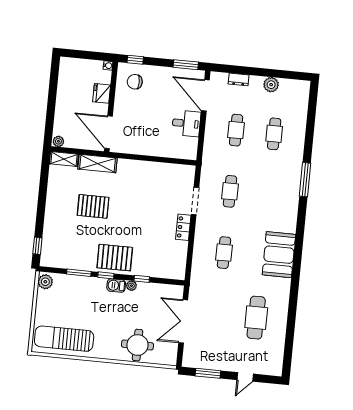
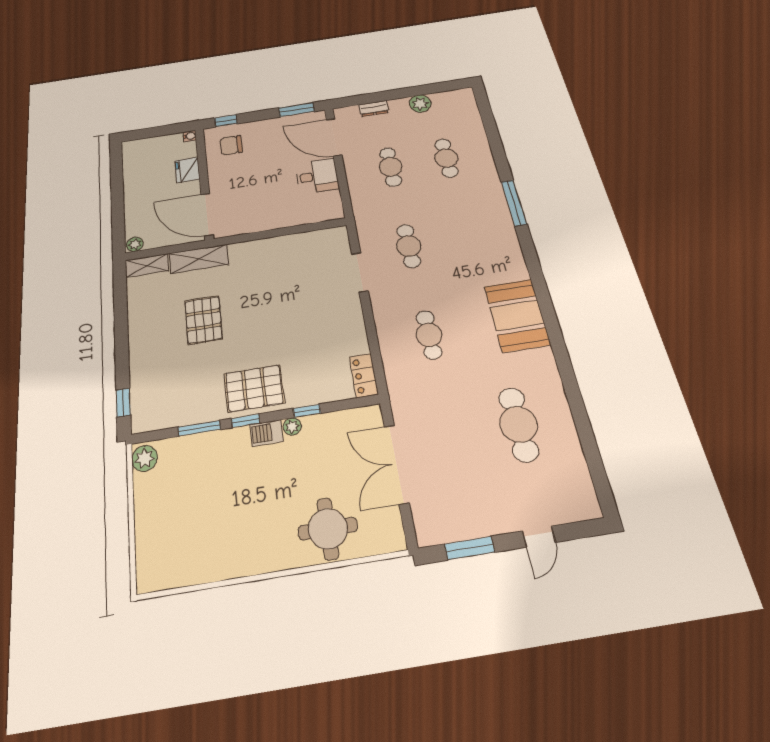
pallet: (93, 206) -> (204, 320), turned 90
locker: (183, 227) -> (364, 376), moved
sun lounger: (64, 339) -> (193, 552), removed

